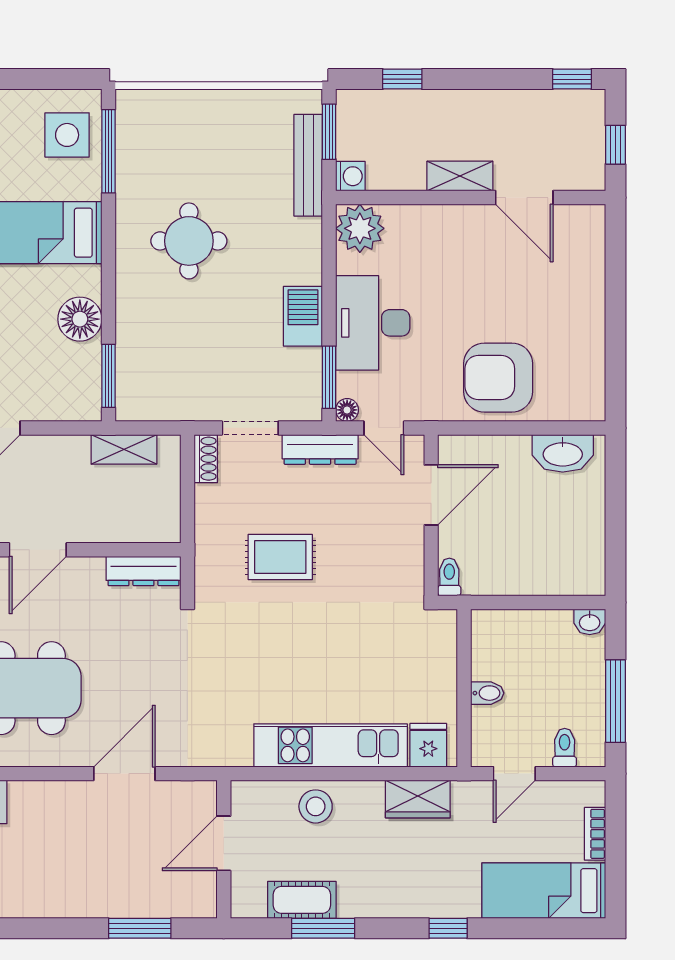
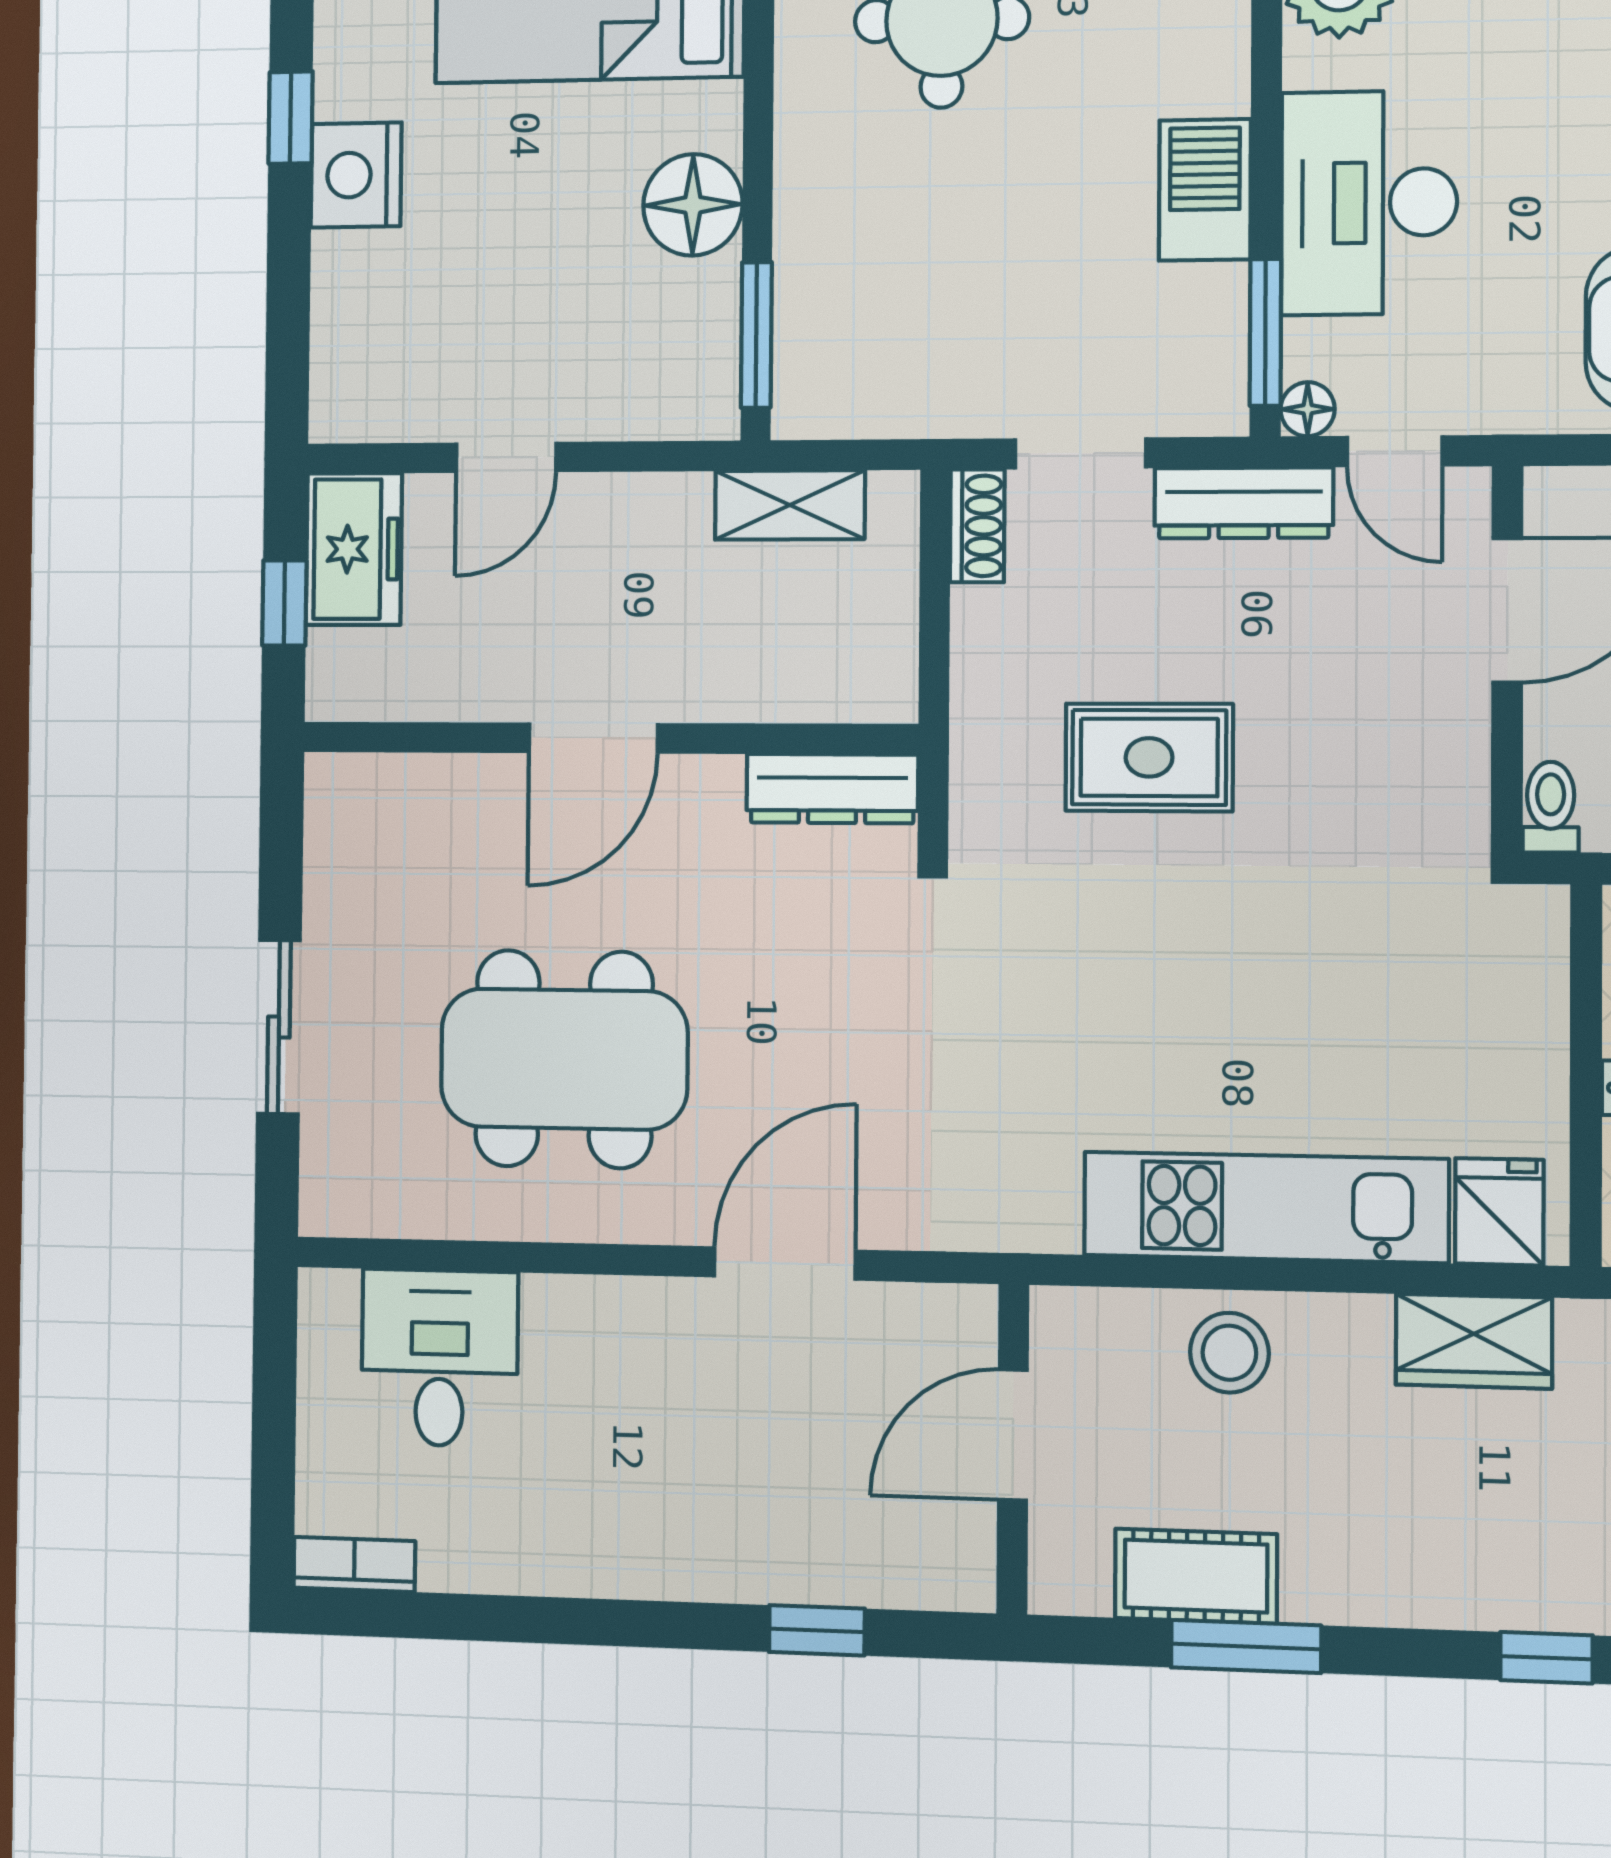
window: (140, 928) -> (817, 1630), width x0.67

